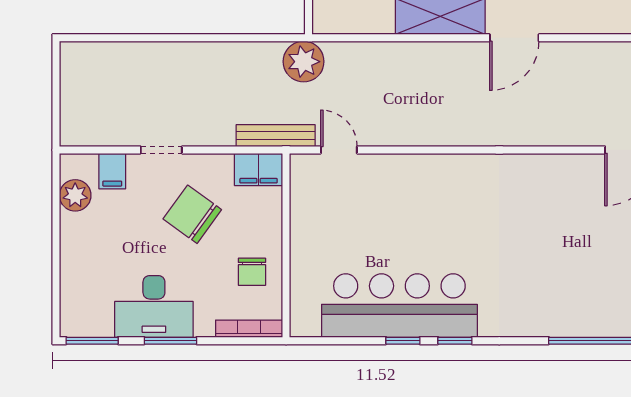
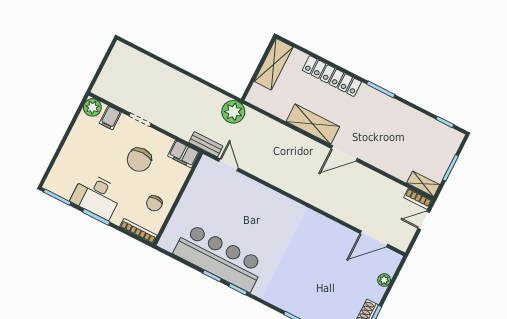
bench: (276, 136) -> (206, 144), width x0.73
plant: (75, 195) -> (92, 107), moved
chair: (192, 214) -> (139, 160), turned -126

